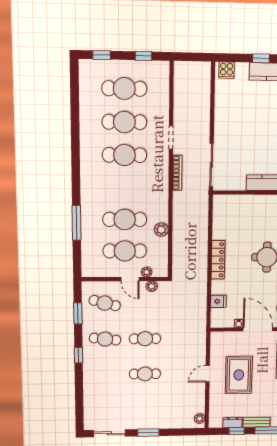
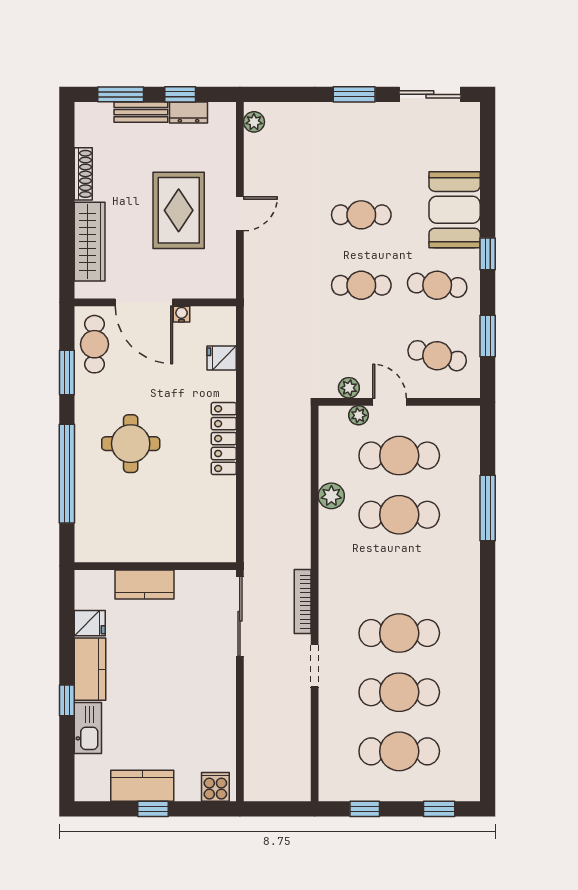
booth: (96, 377) -> (455, 210), added

